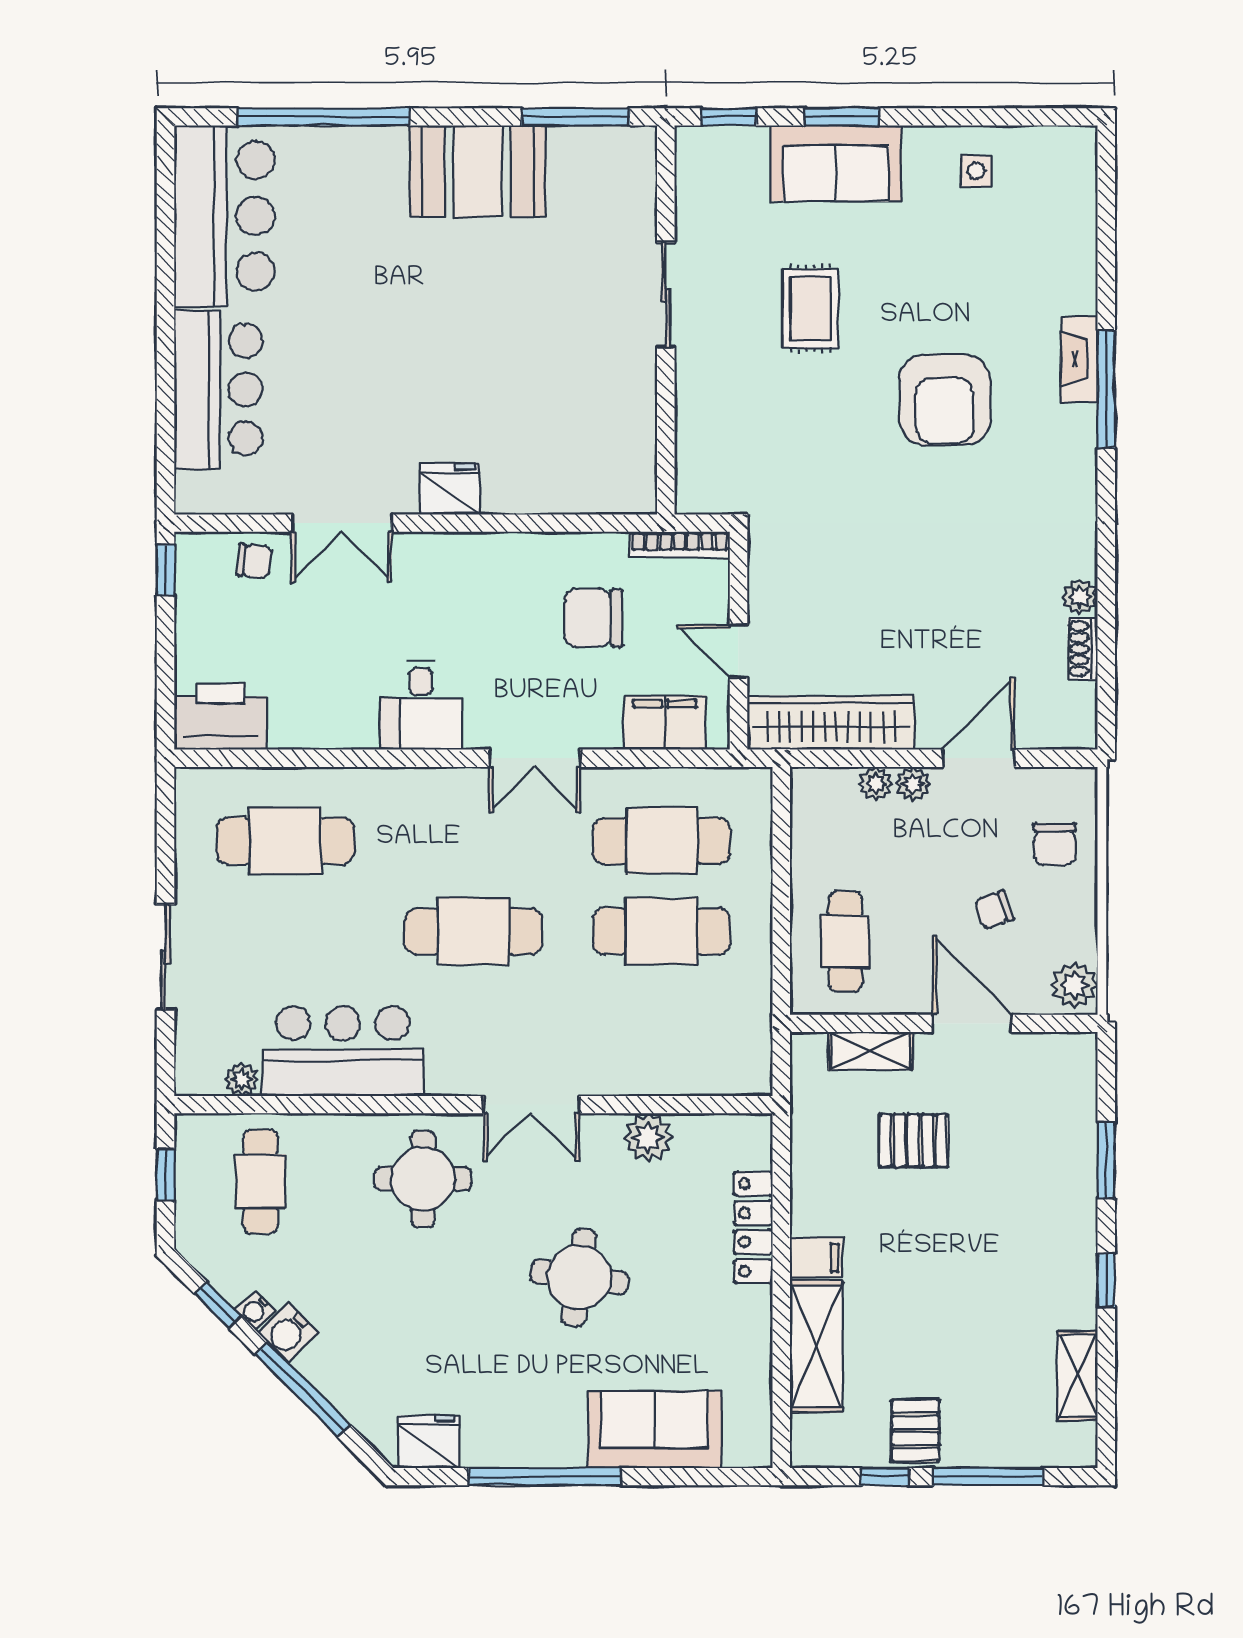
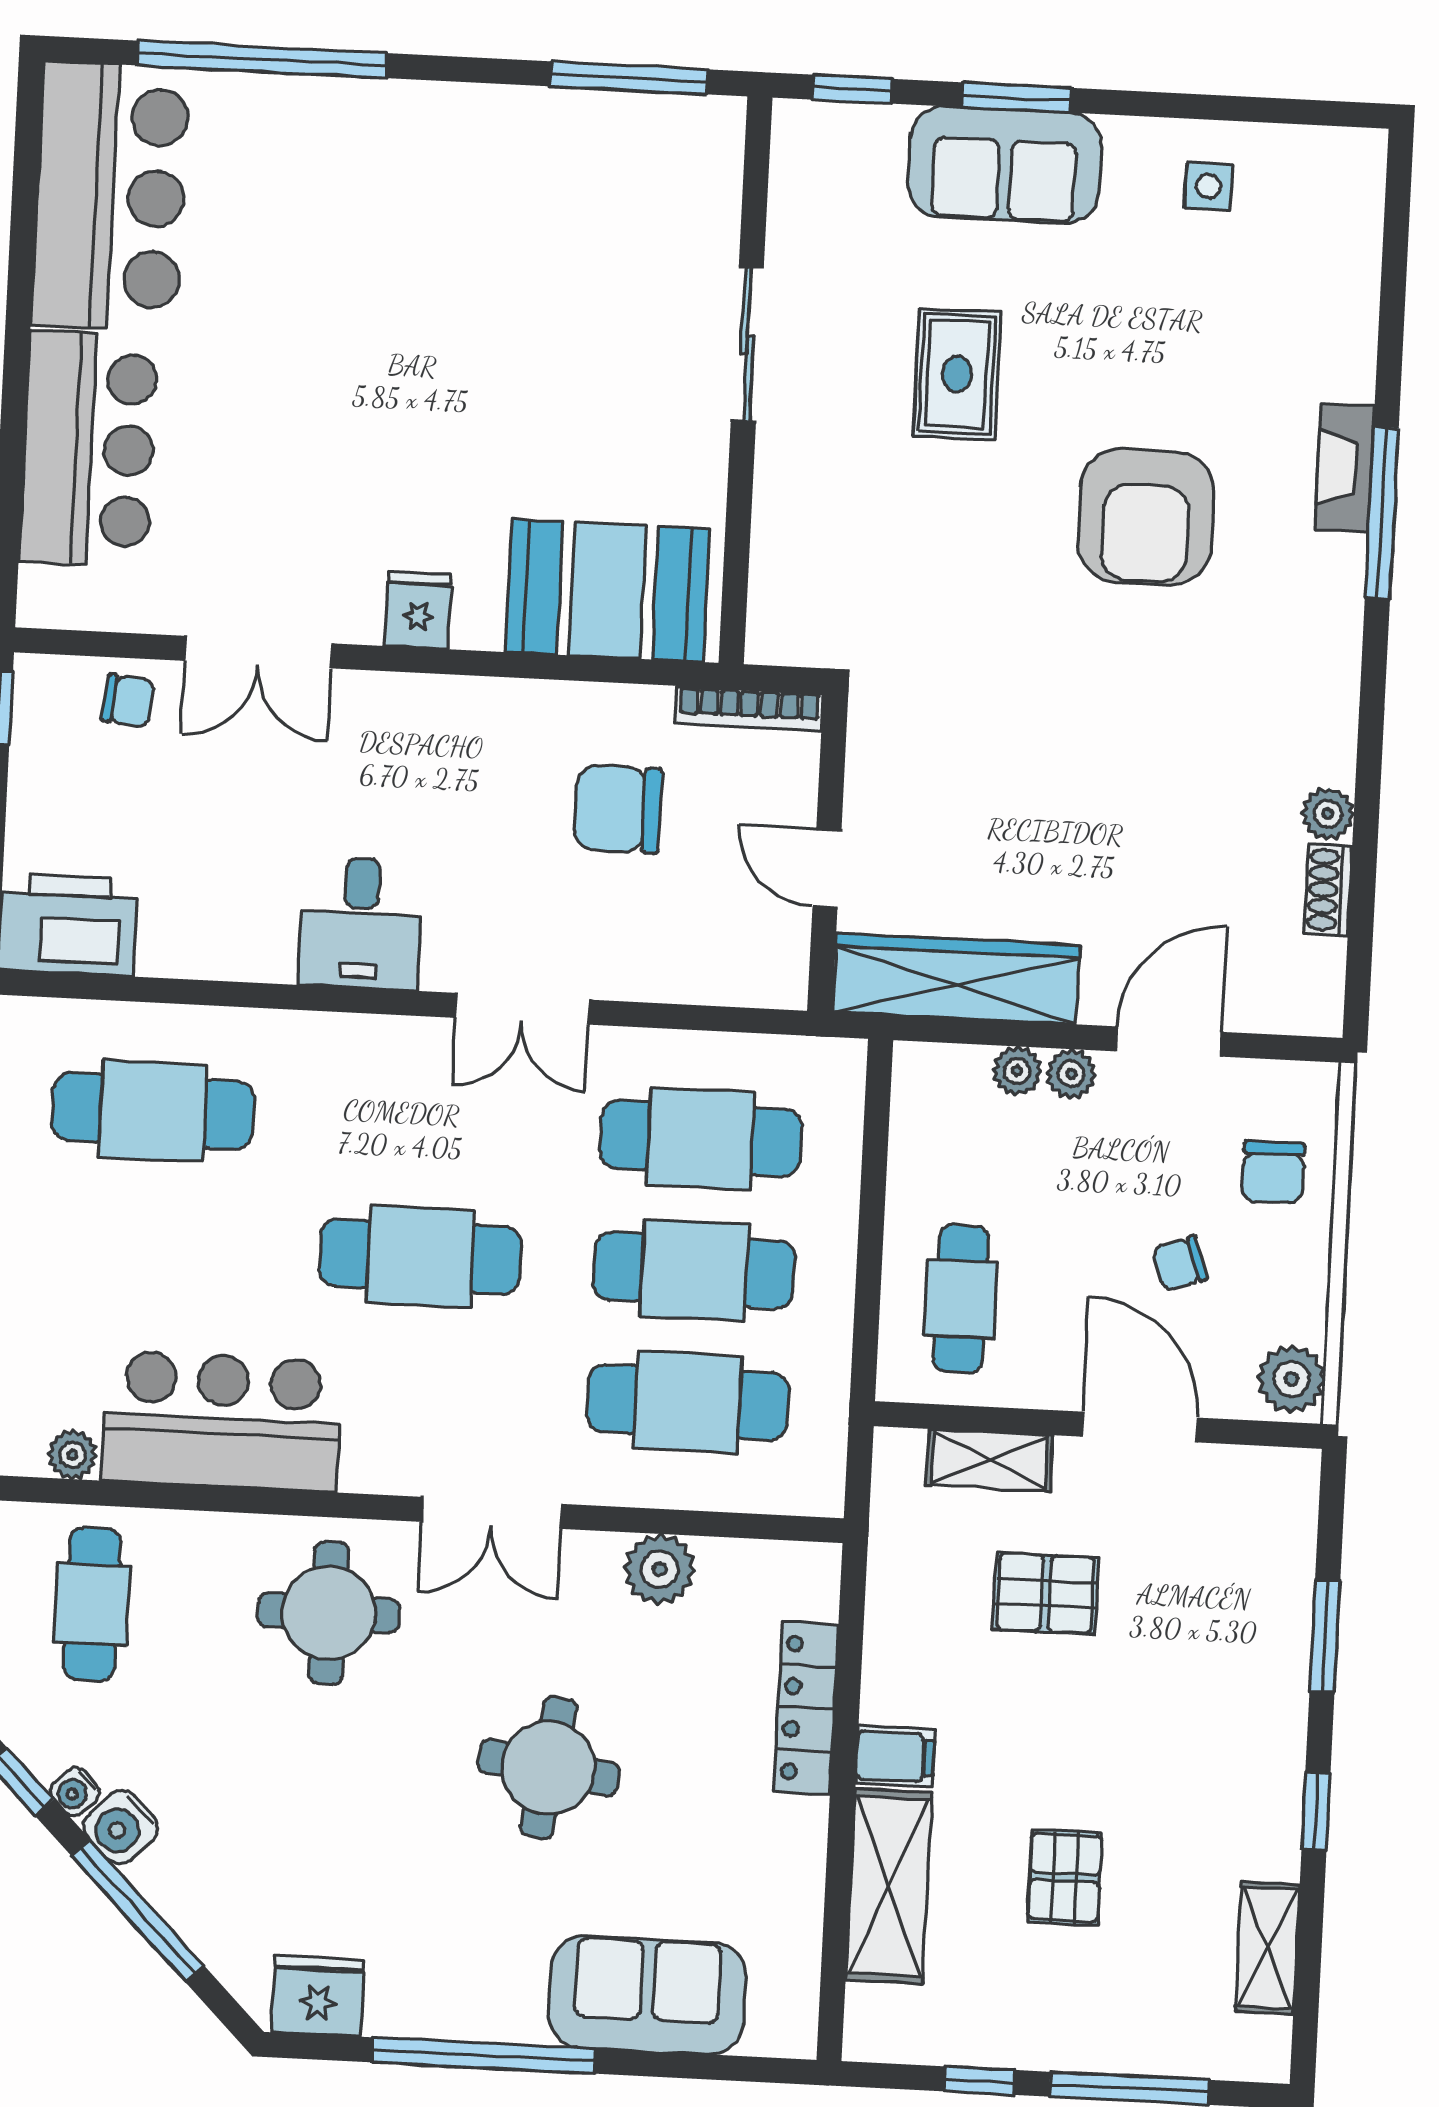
booth: (478, 171) -> (607, 591), moved
fridge: (450, 489) -> (418, 610), width x0.72
filing cabinet: (665, 723) -> (714, 966), removed
cafe table: (661, 1022) -> (687, 1402), added
pallet: (915, 1430) -> (1065, 1877), moved

